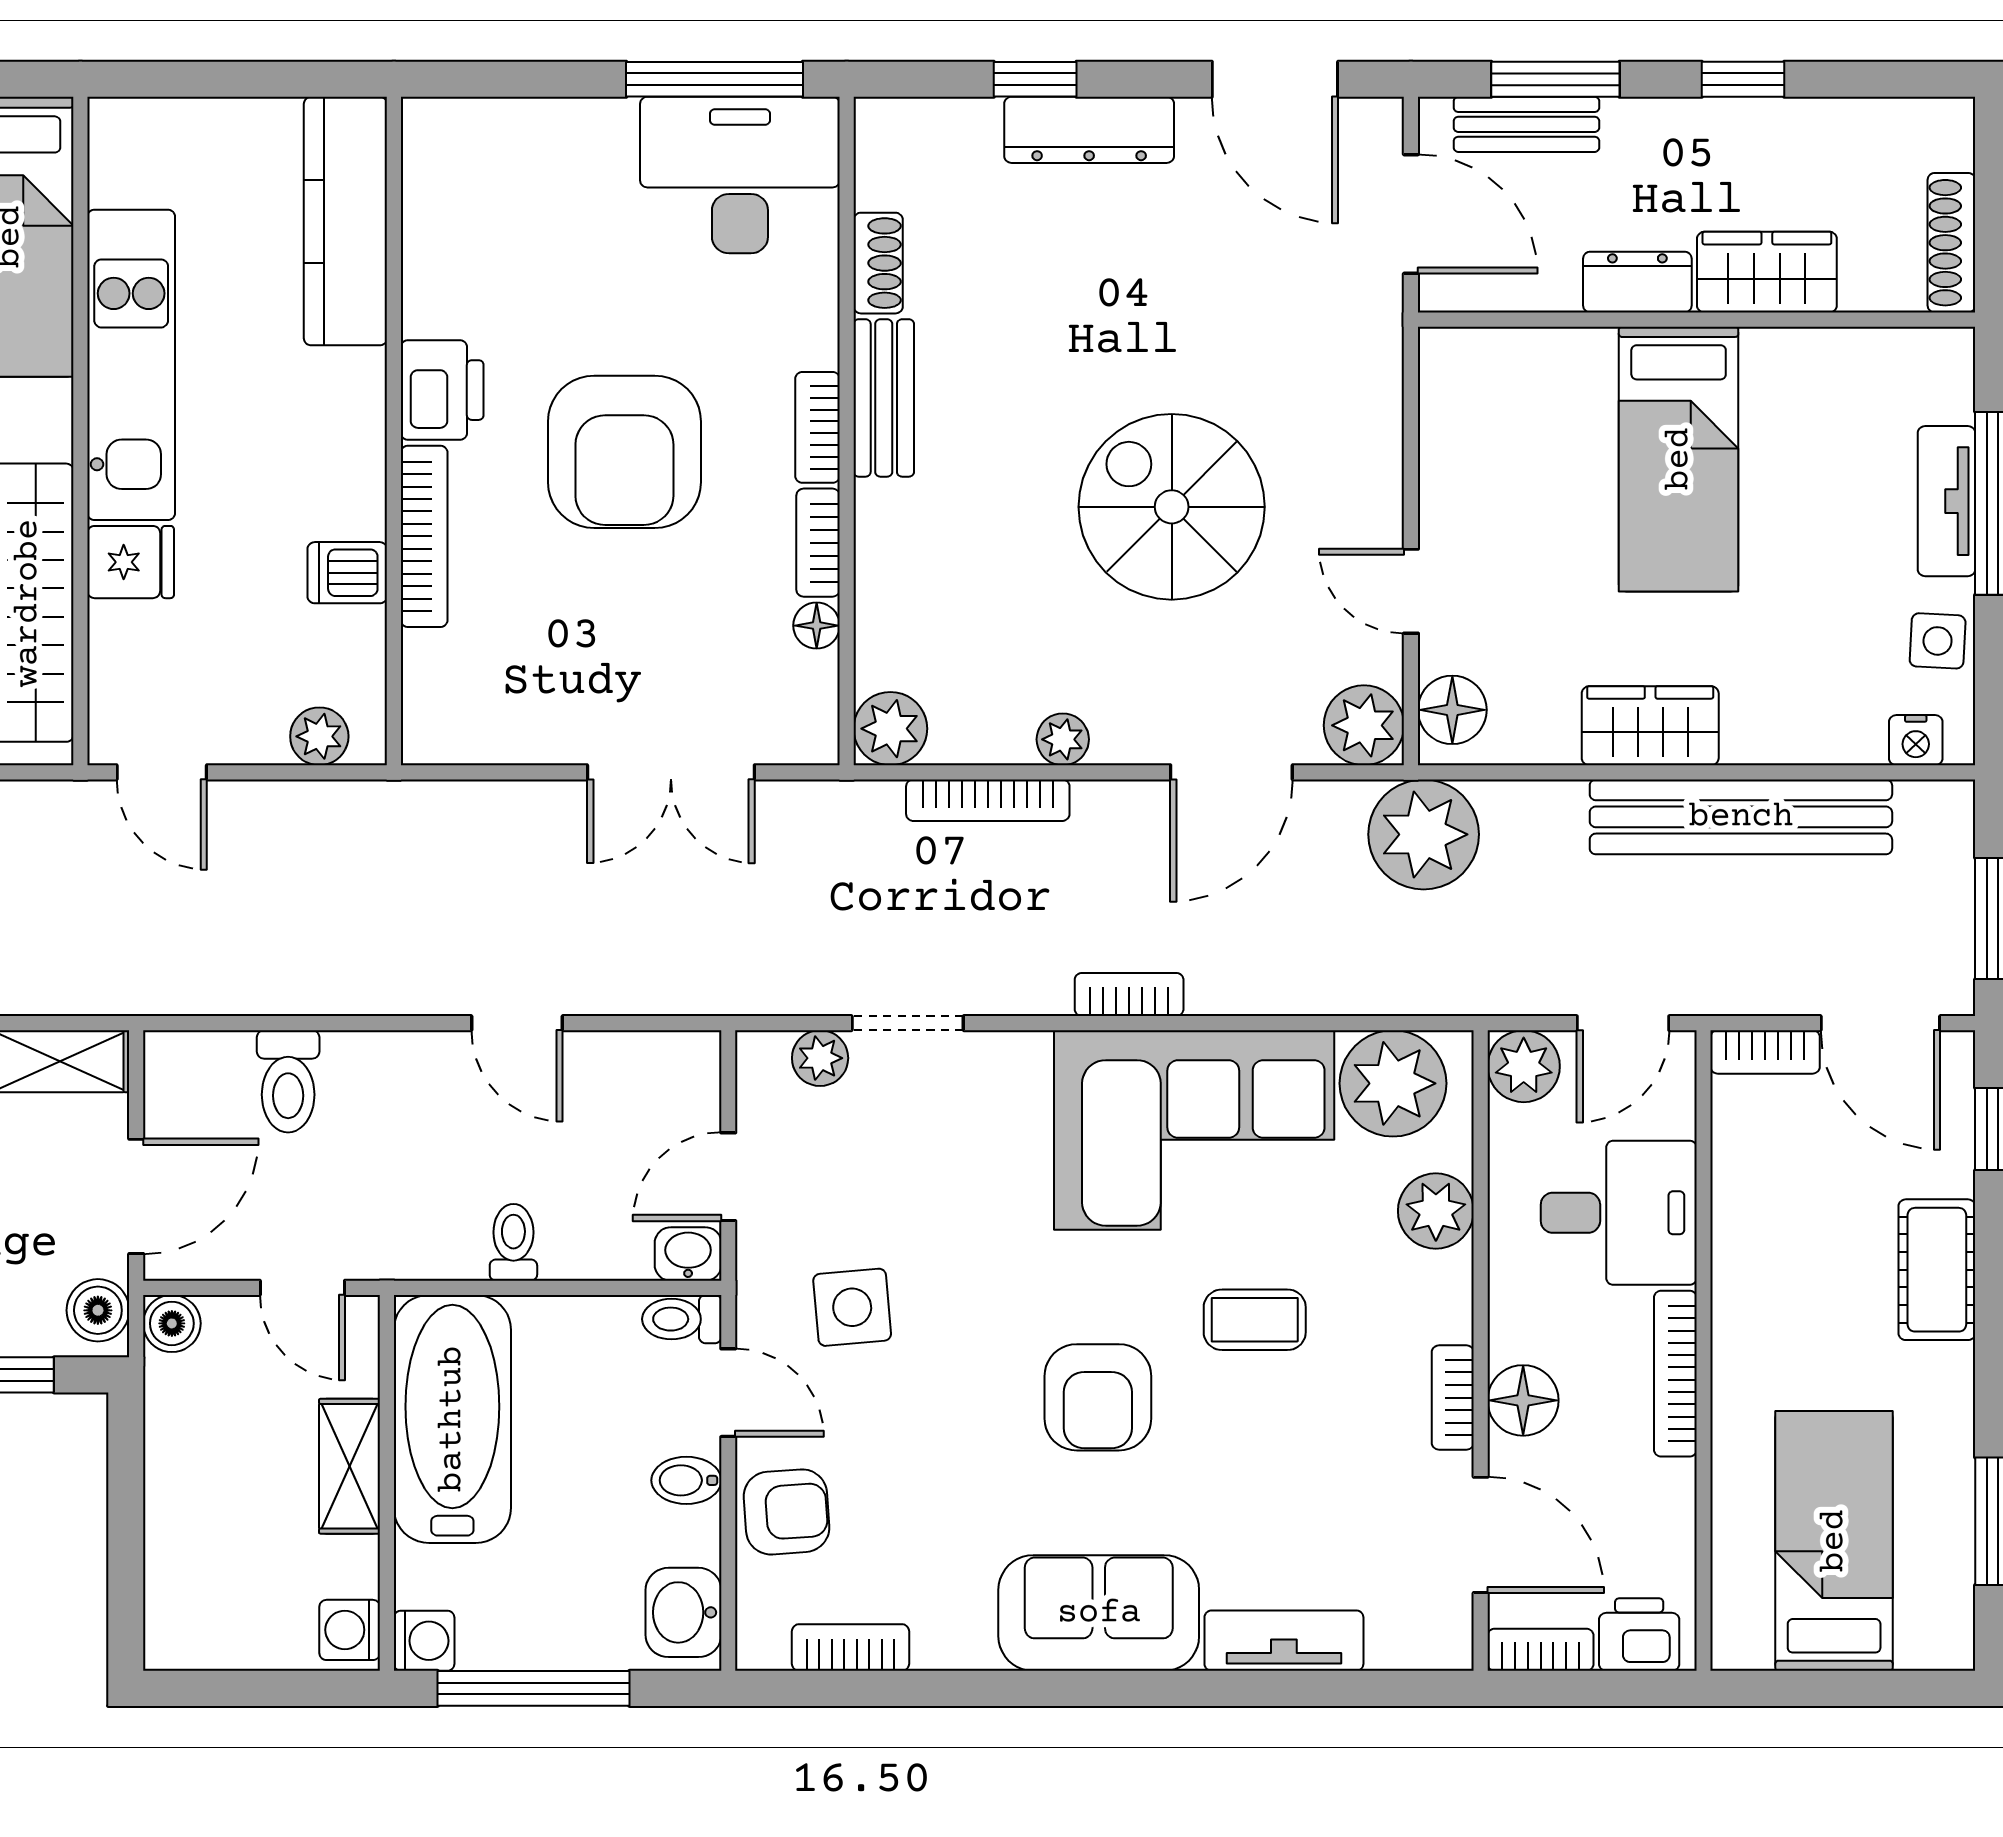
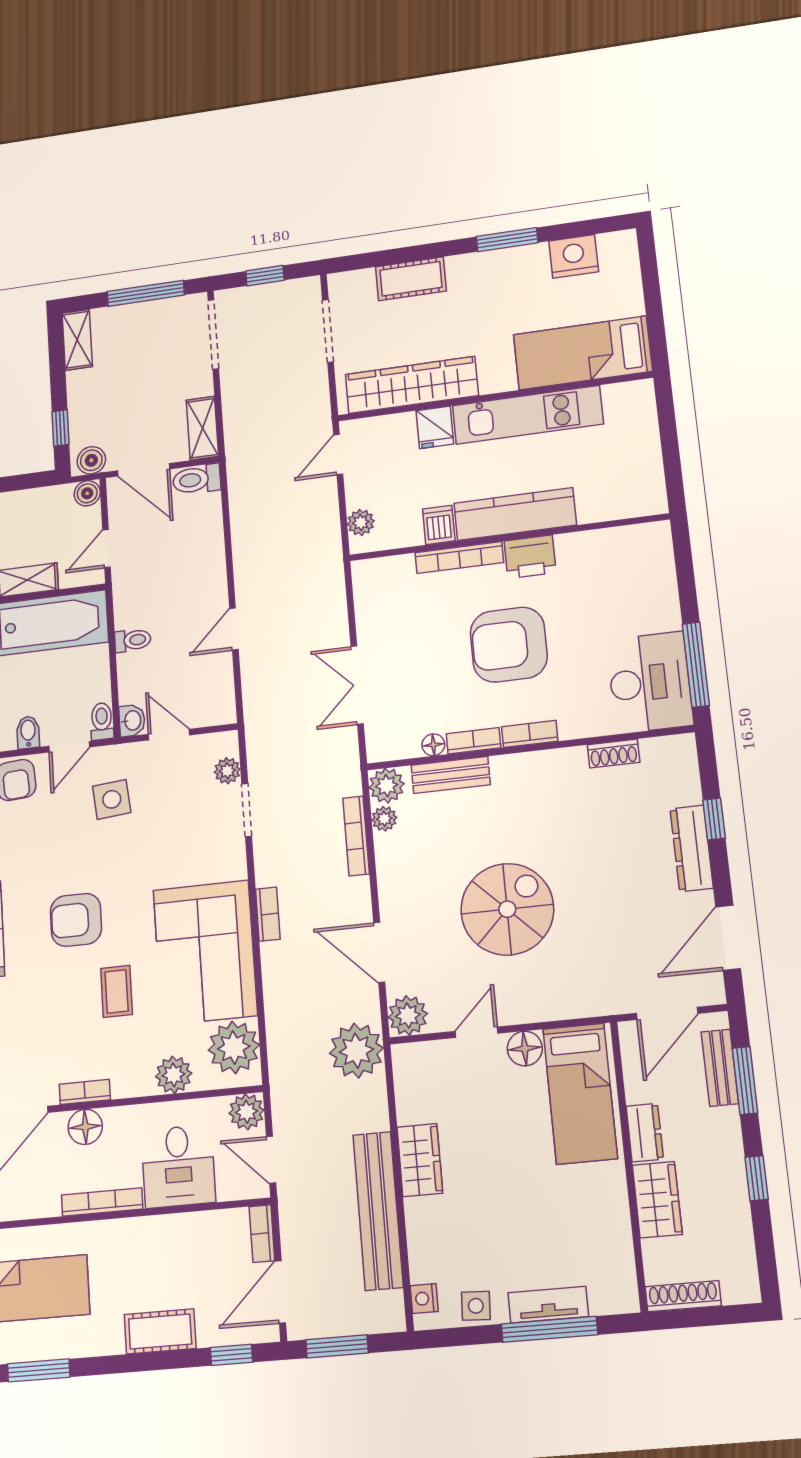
kitchen counter: (345, 221) -> (515, 514), moved
bench: (884, 398) -> (451, 775), moved
bed: (1679, 459) -> (580, 1094), moved, turned -90
floor lamp: (1452, 710) -> (525, 1049), moved
plant: (1063, 739) -> (384, 819), moved
toilet: (288, 1081) -> (197, 479), moved

